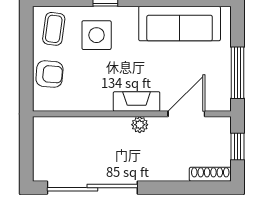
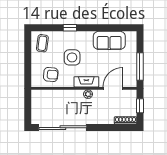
sofa: (180, 24) -> (109, 40), width x0.73
side table: (97, 35) -> (72, 57), moved
armchair: (49, 74) -> (51, 74), moved

